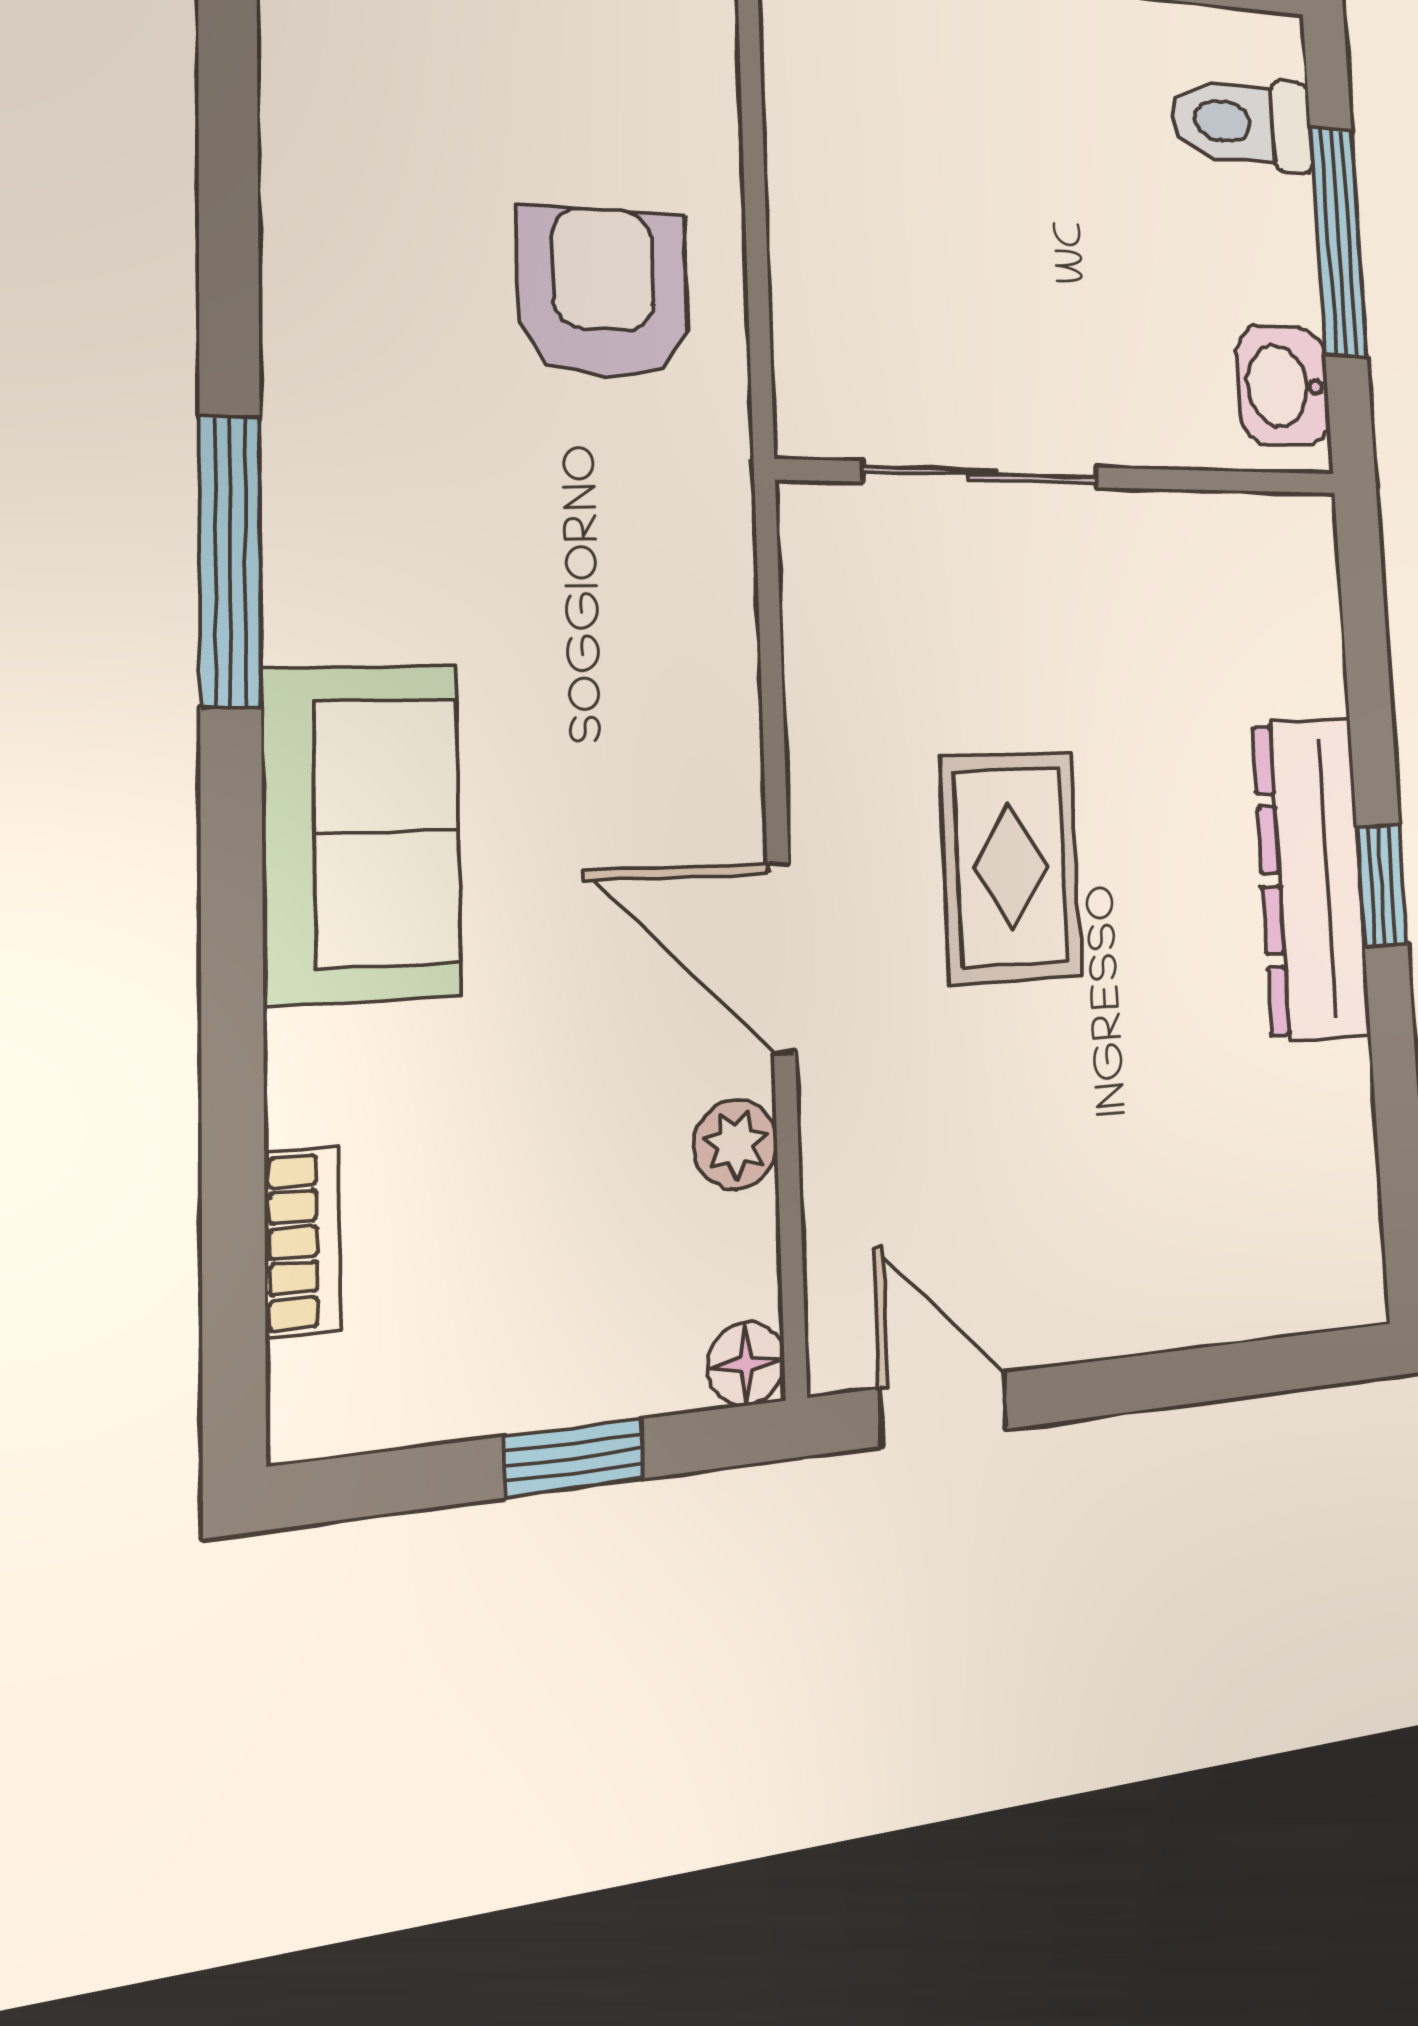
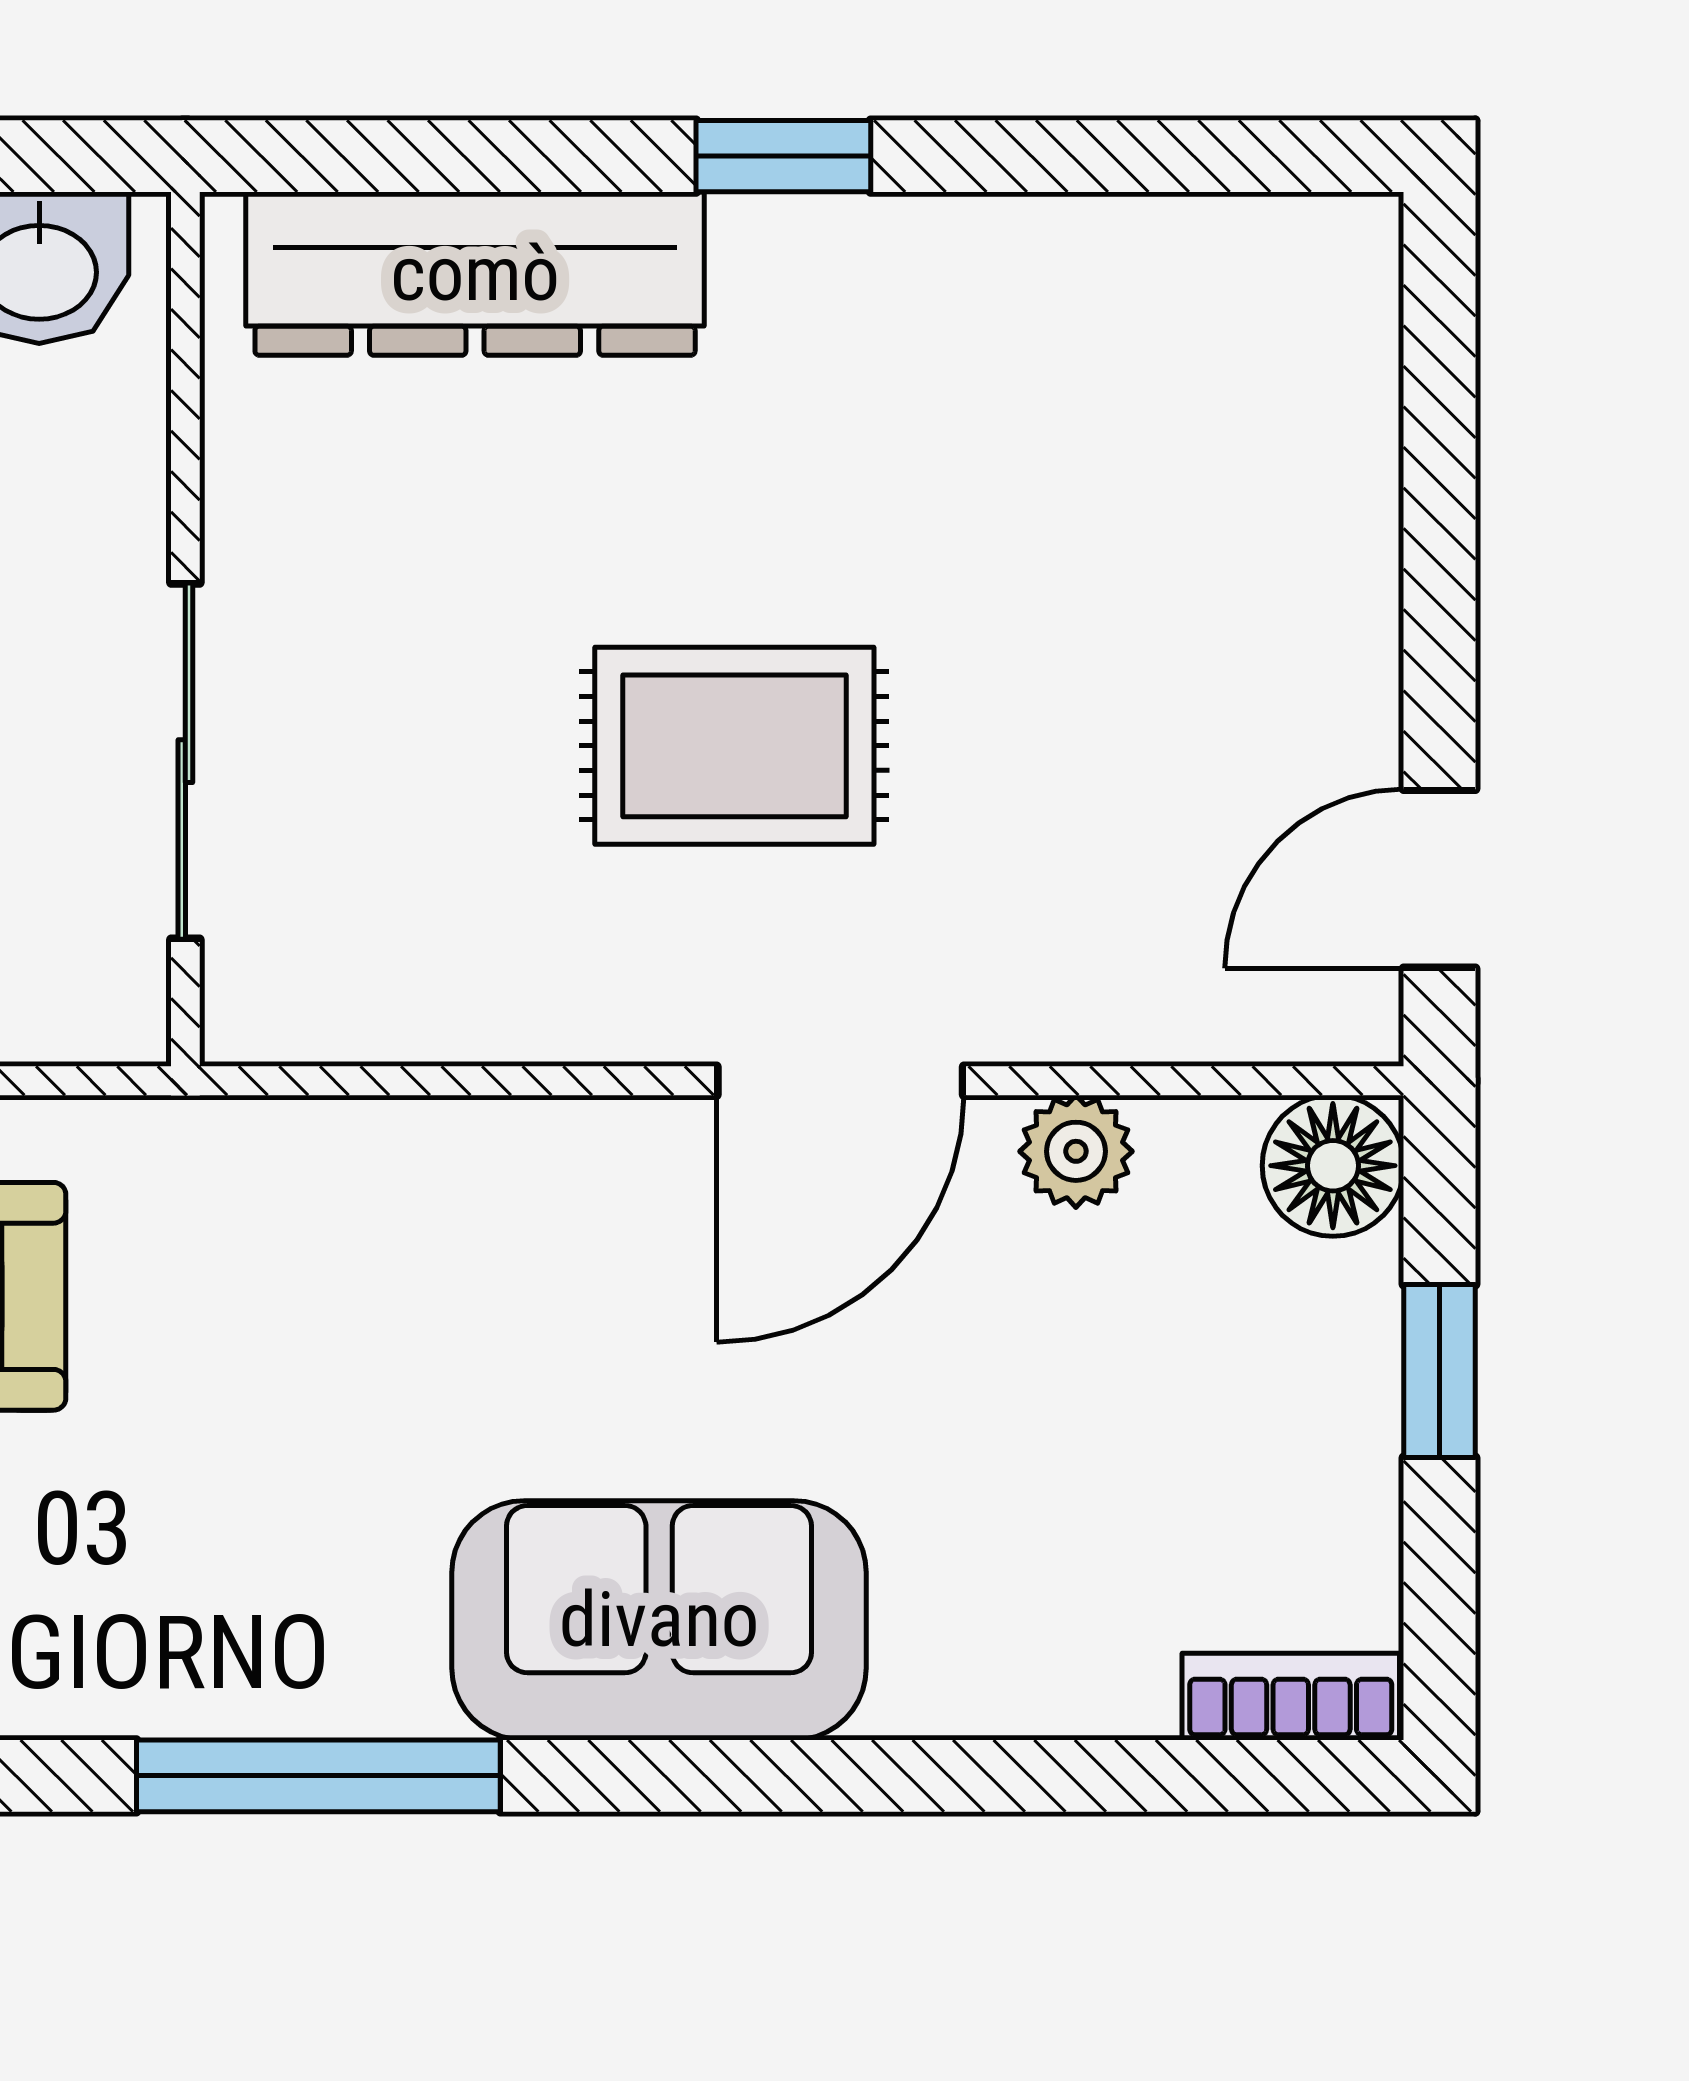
dresser: (1311, 878) -> (475, 274), moved
bookcase: (302, 1242) -> (1291, 1697), moved
floor lamp: (746, 1364) -> (1333, 1166), width x1.37, depth x1.37

